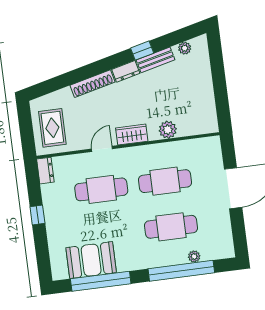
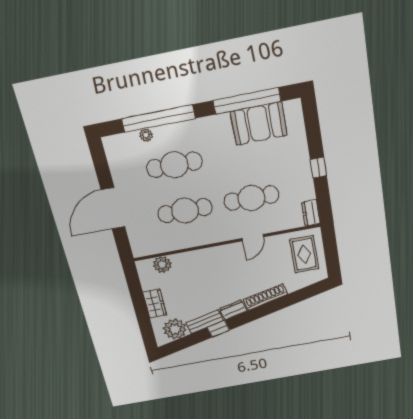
plant: (185, 48) -> (175, 329), width x1.87, depth x1.87
plant: (168, 130) -> (162, 265), moved
wardrobe: (132, 135) -> (155, 304), moved, turned -90

